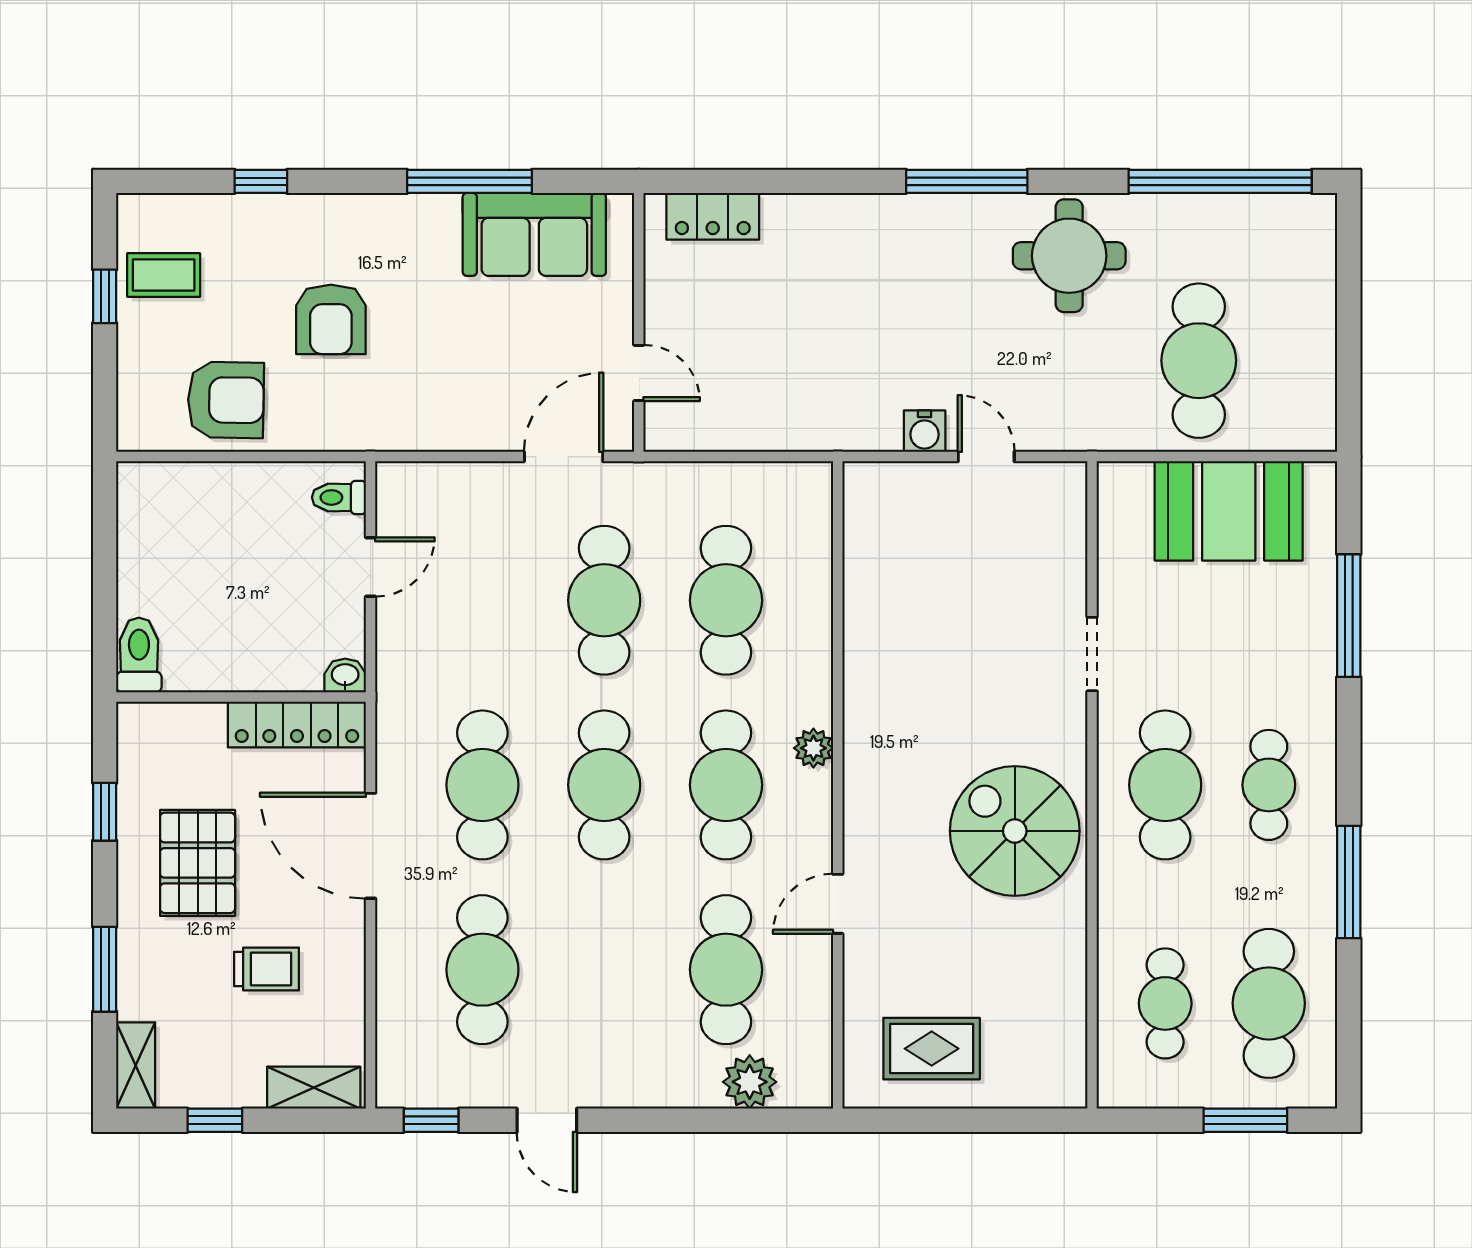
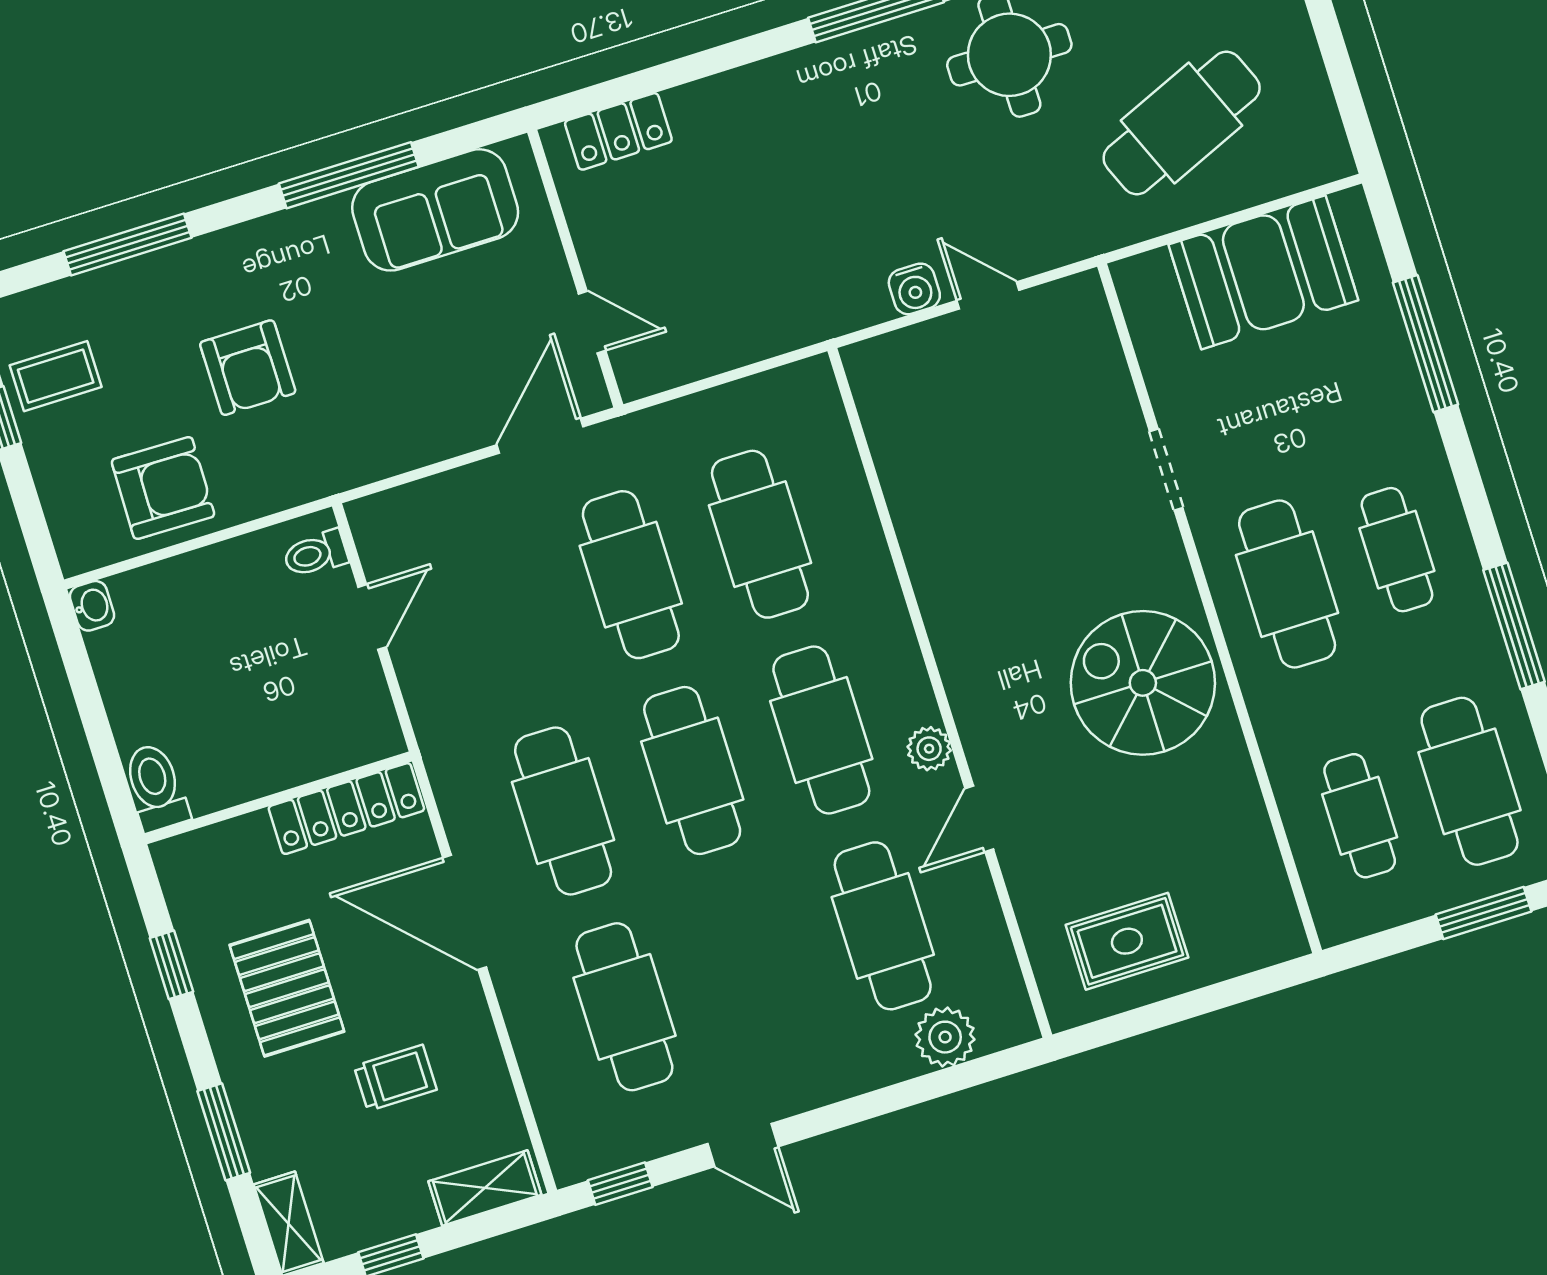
window: (261, 181) -> (128, 245), width x2.17
cafe table: (1199, 361) -> (1182, 123), turned 67
washbasin: (345, 676) -> (92, 606), moved, turned 90
plant: (813, 748) -> (929, 749), moved

